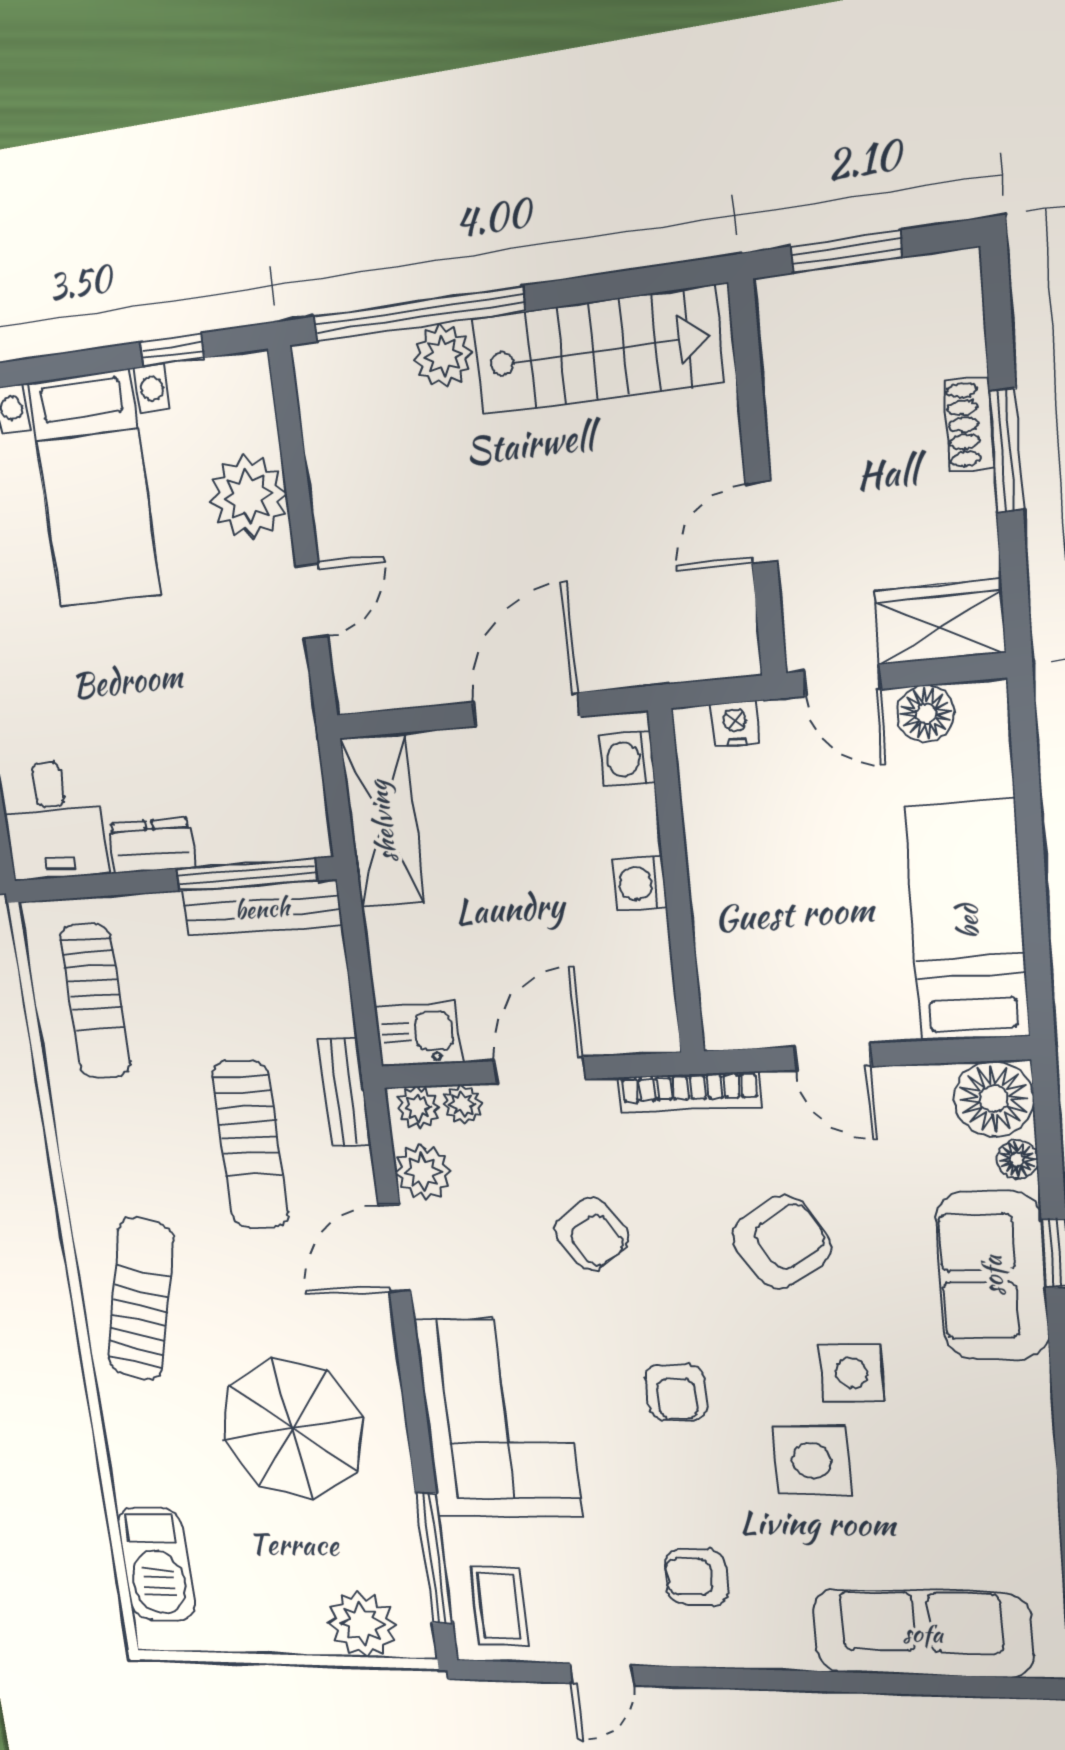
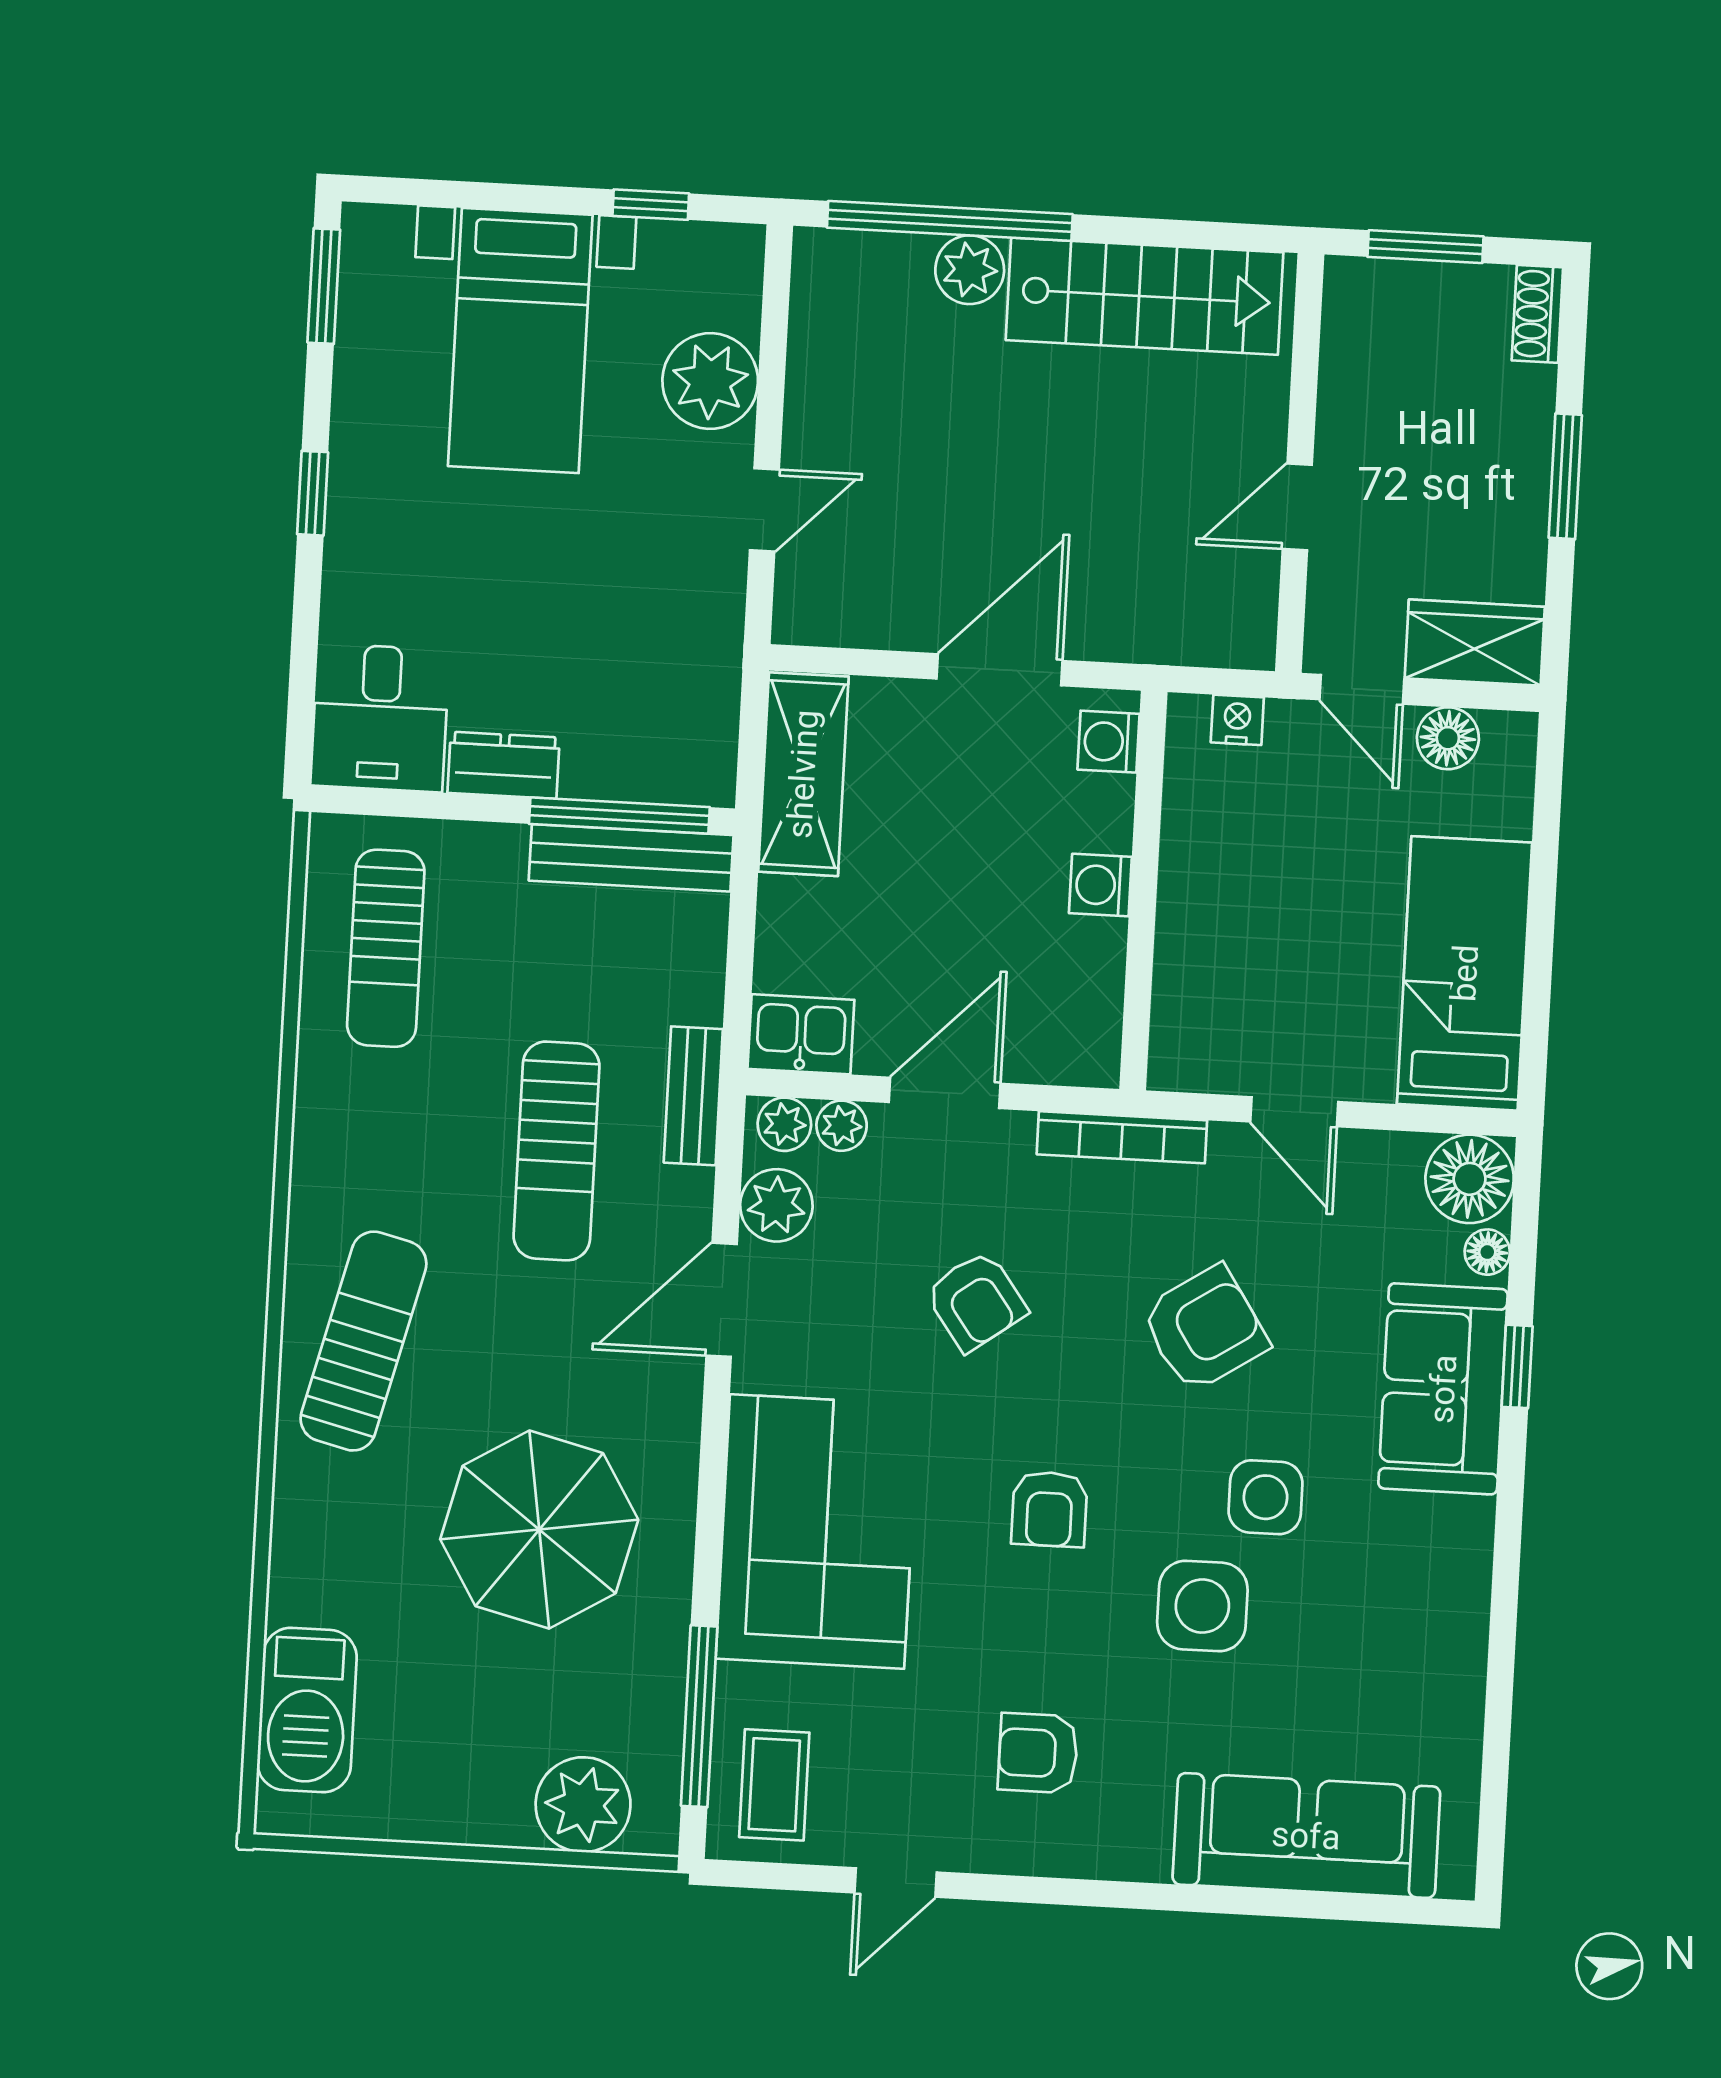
shoe rack: (969, 424) -> (1537, 314), moved

